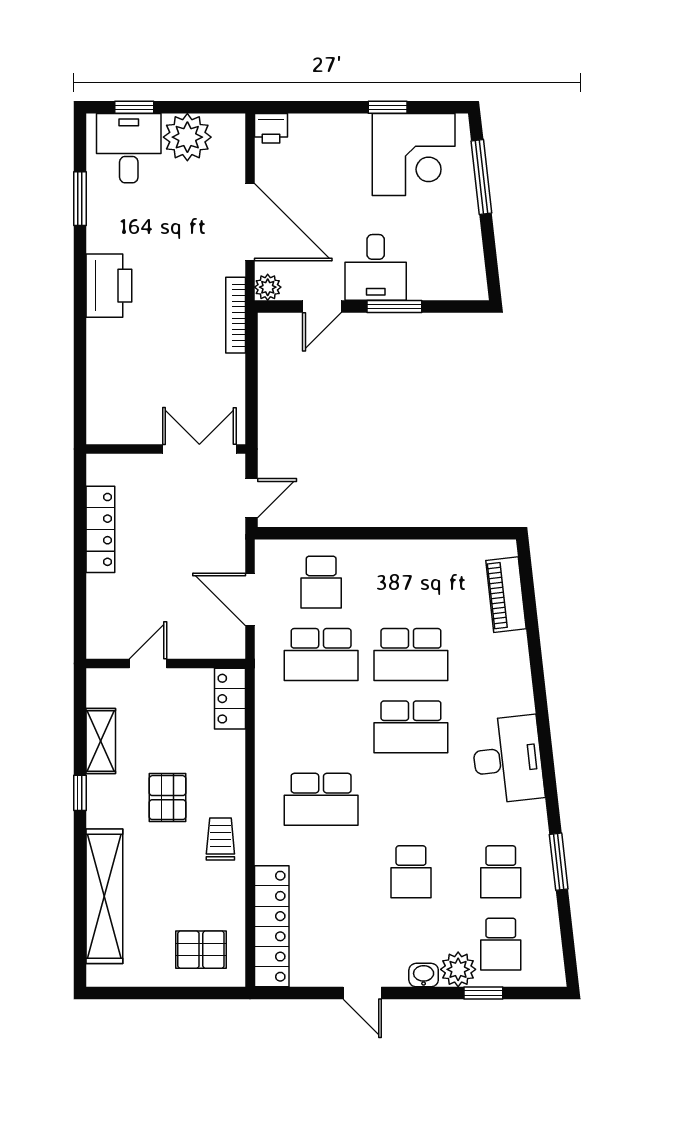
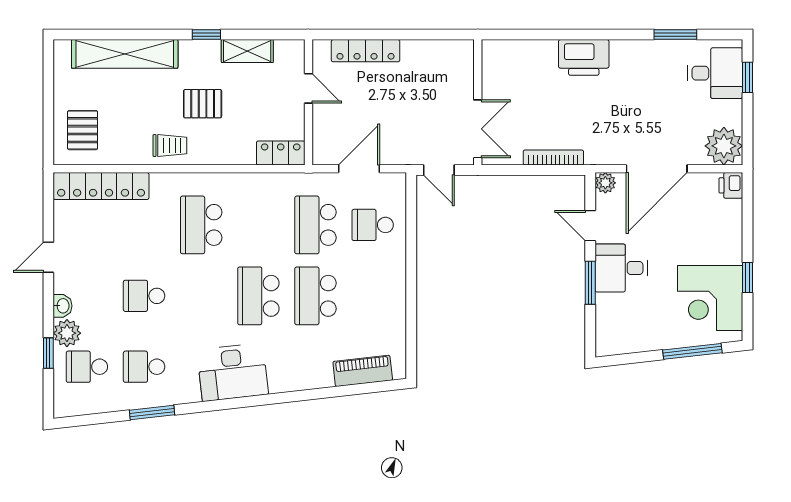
plant: (187, 137) -> (724, 146), moved
printer: (109, 286) -> (584, 57), moved
bookcase: (236, 315) -> (553, 158), moved
locker: (100, 529) -> (366, 51), moved

